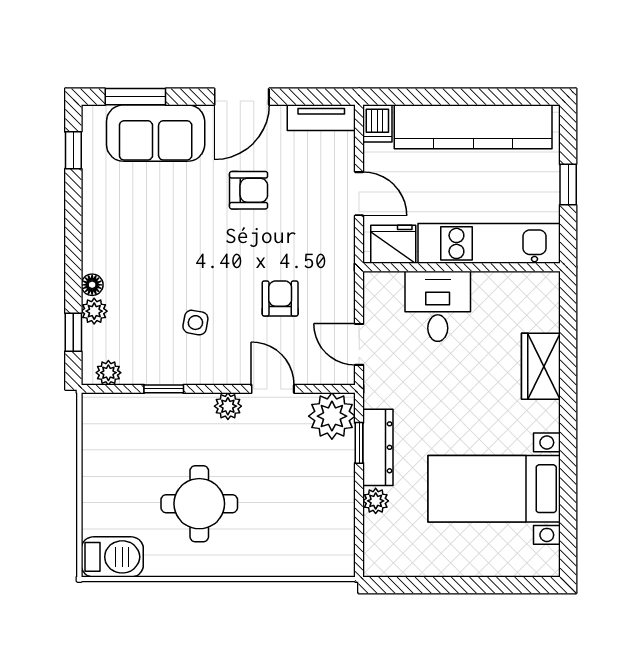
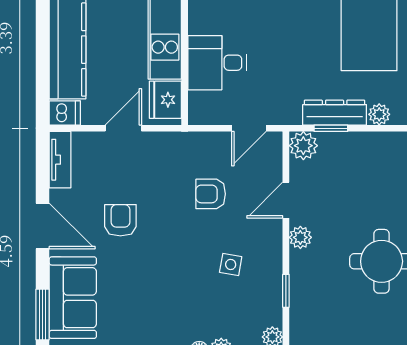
plant: (332, 416) -> (303, 146), width x0.73, depth x0.73

